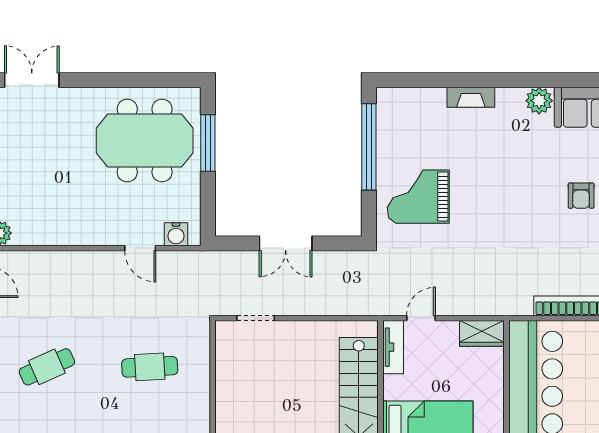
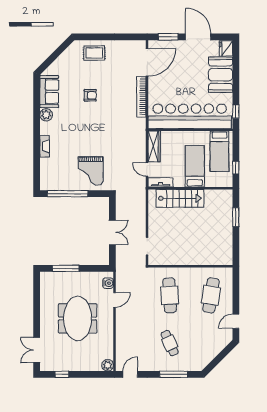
meeting table: (145, 141) -> (78, 318), moved
wardrobe: (482, 333) -> (154, 146), width x1.50
cafe table: (150, 367) -> (170, 295), width x1.37, depth x1.35

